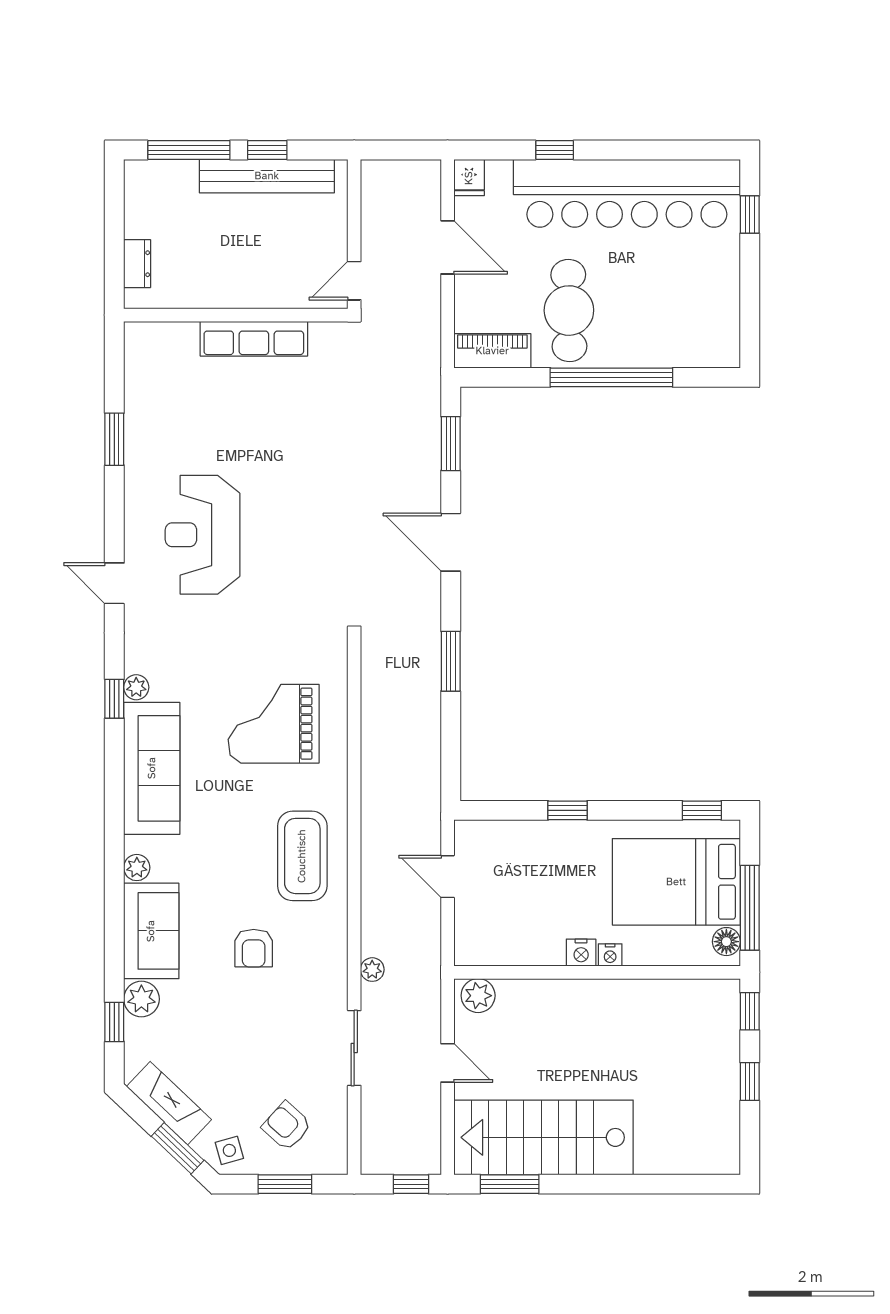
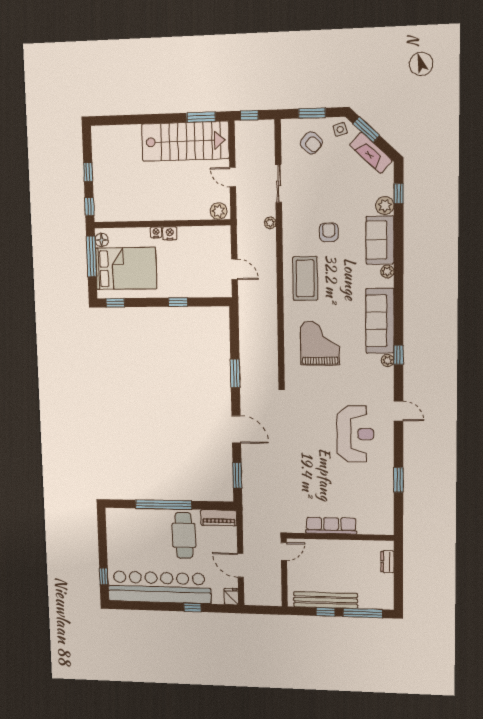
grand piano: (274, 724) -> (320, 343), turned -90

